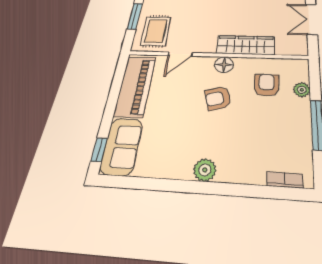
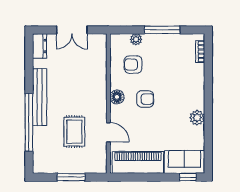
rug: (156, 31) -> (74, 132), moved, turned 90
wardrobe: (246, 45) -> (98, 81), removed
armchair: (218, 98) -> (145, 99), turned -74
plant: (205, 170) -> (197, 118), moved

